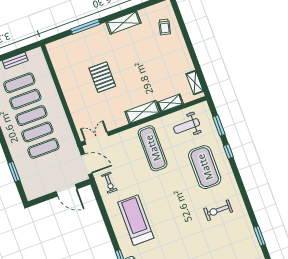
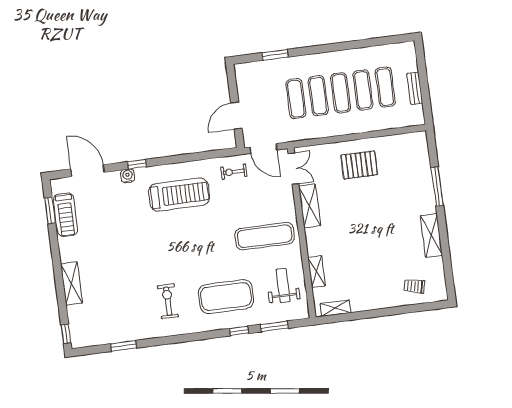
pallet: (102, 77) -> (359, 165), moved
shelving: (143, 112) -> (310, 206), moved
door: (87, 164) -> (264, 149), hinge flipped

